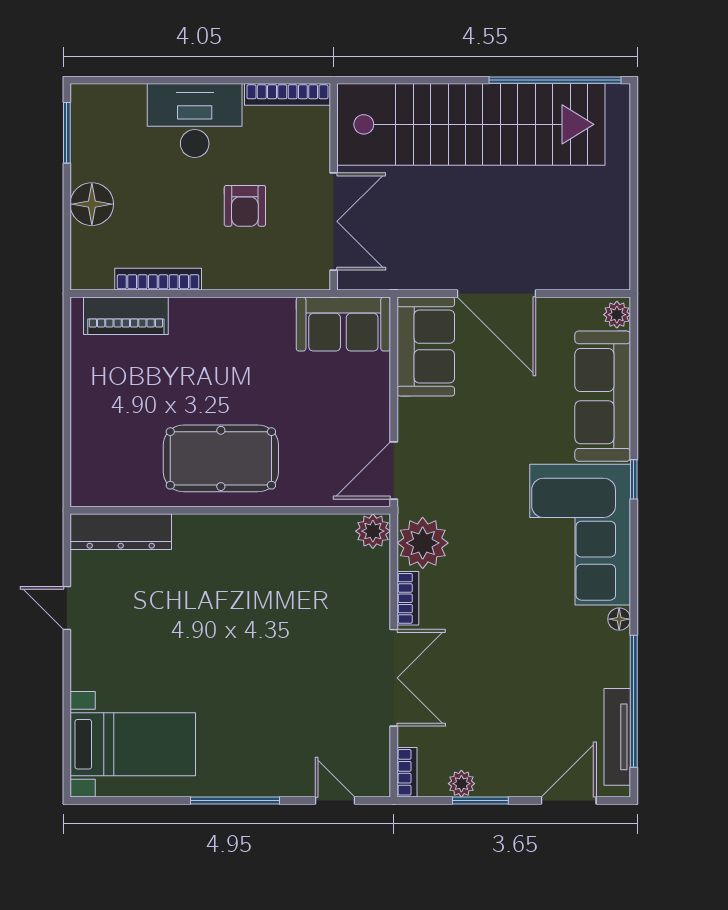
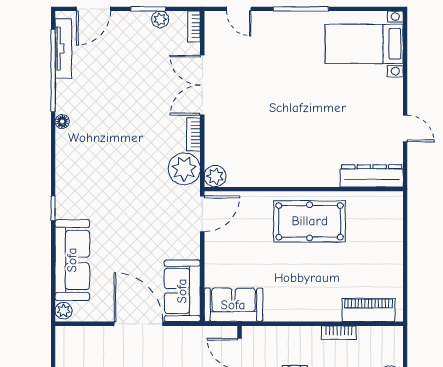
bookcase: (158, 279) -> (339, 333), width x0.64
corner sofa: (580, 535) -> (86, 174), removed

